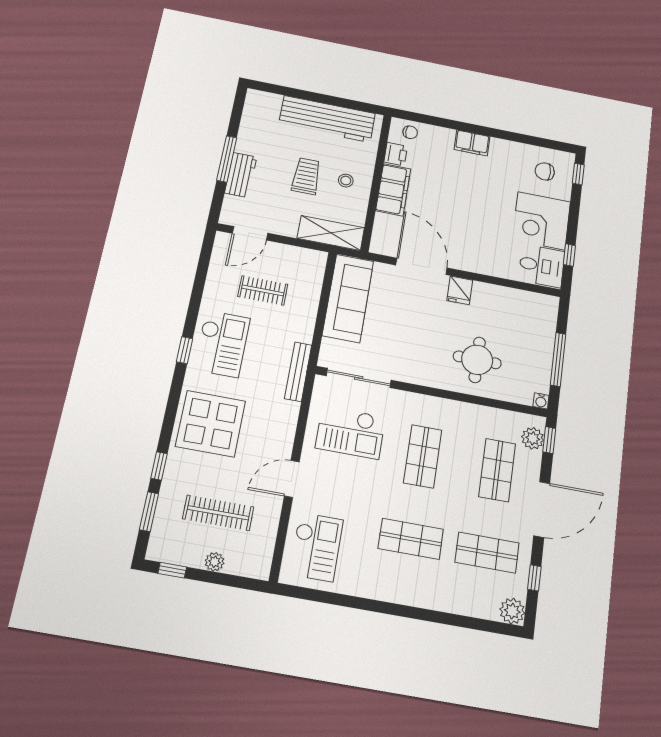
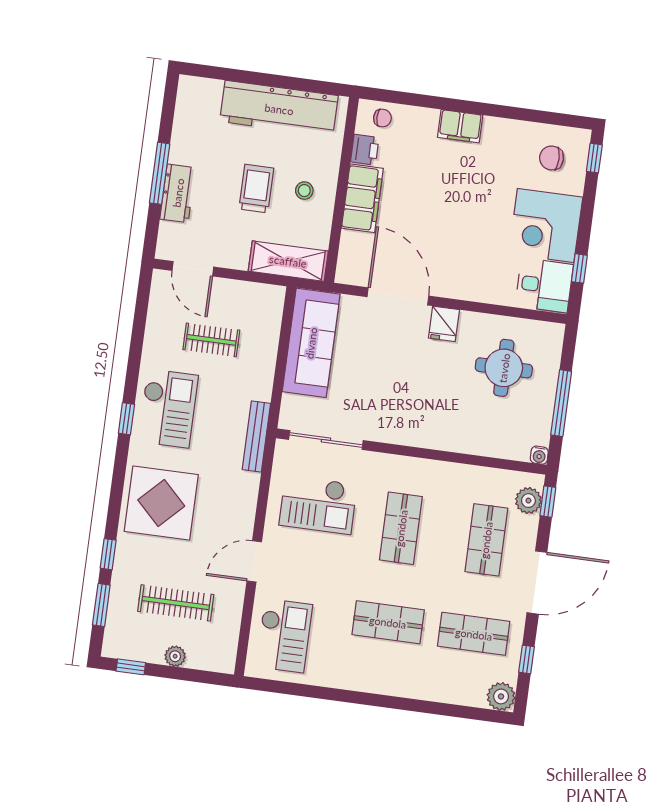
door: (250, 233) -> (193, 269), hinge flipped
round table: (477, 360) -> (504, 368), moved

